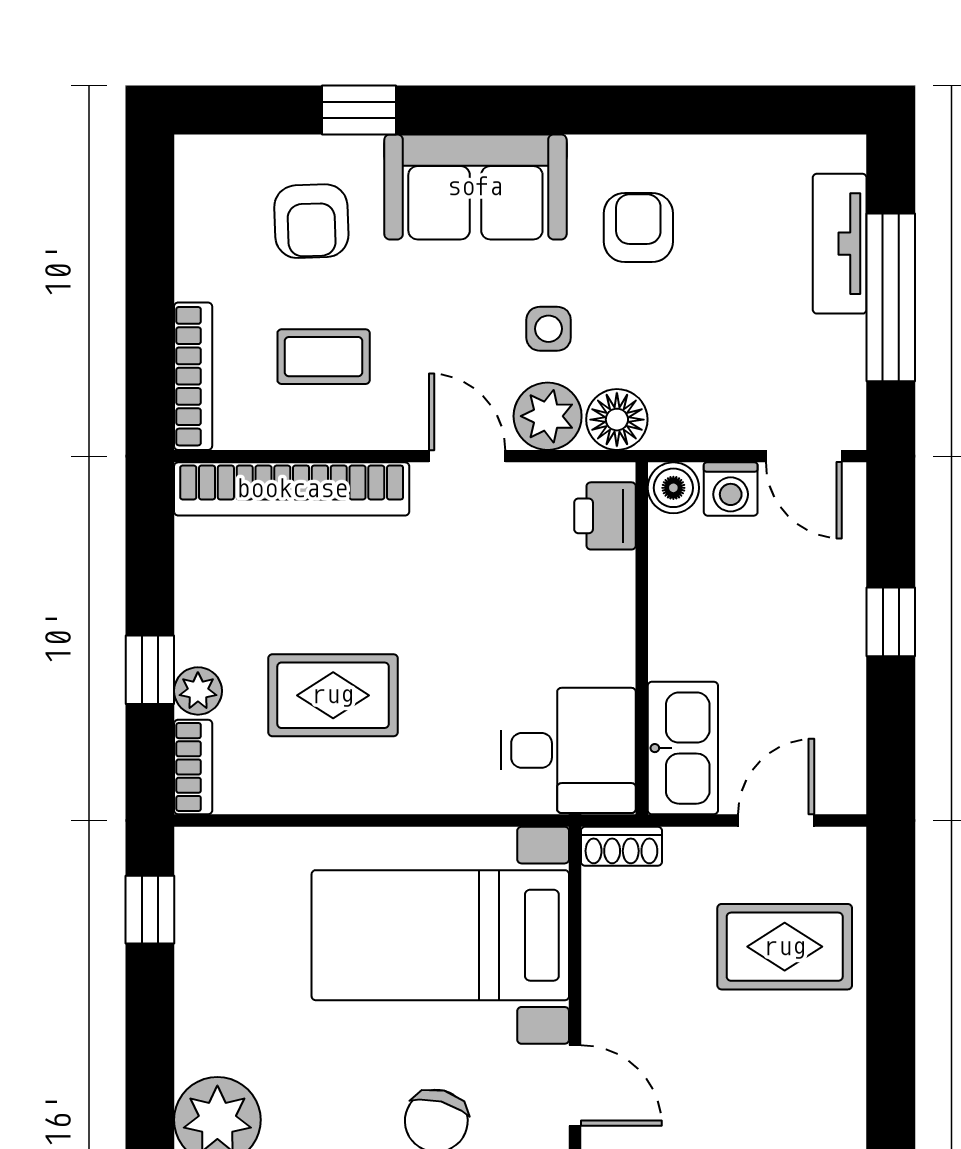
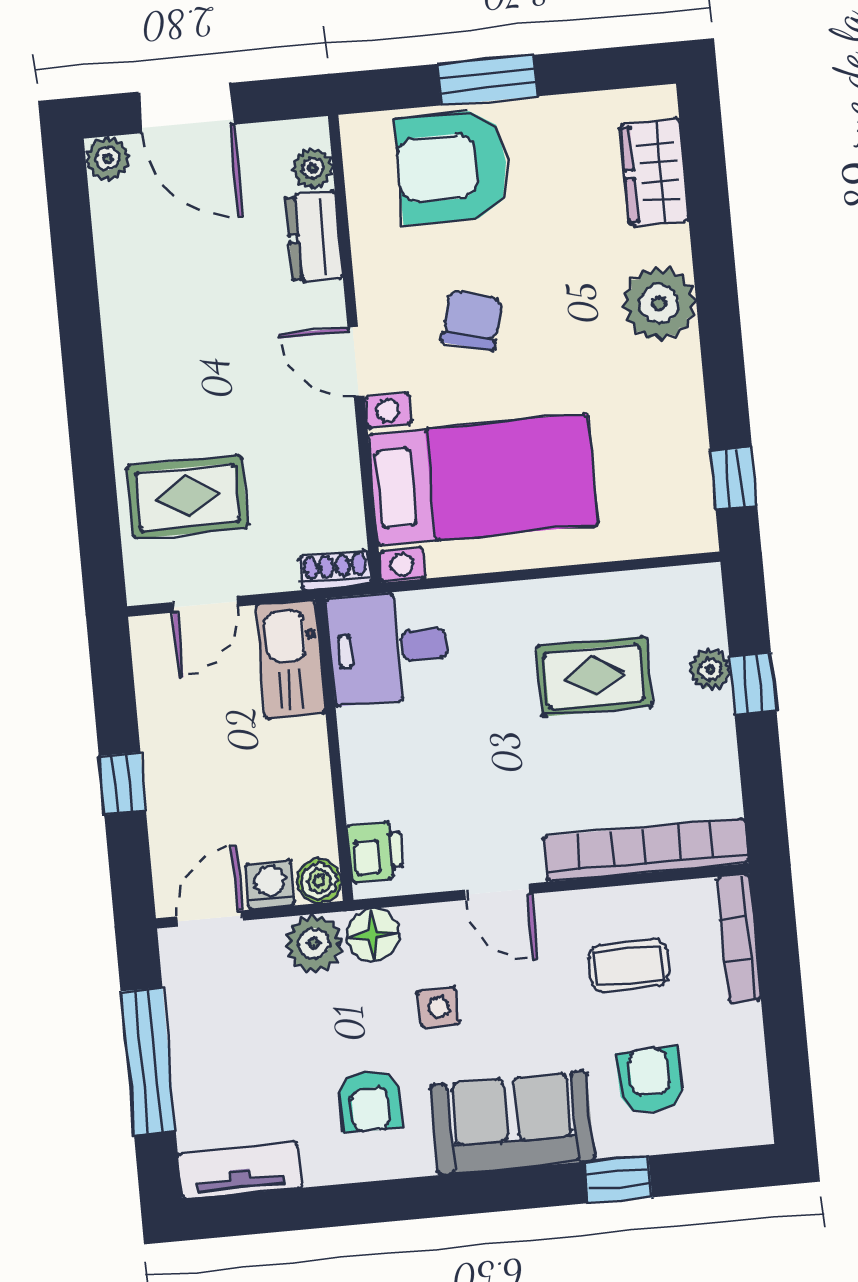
tv unit: (840, 244) -> (240, 1170), moved, turned -90
plant: (548, 416) -> (314, 943), moved
door: (804, 456) -> (210, 918), hinge flipped
bookcase: (193, 767) -> (708, 604), removed

